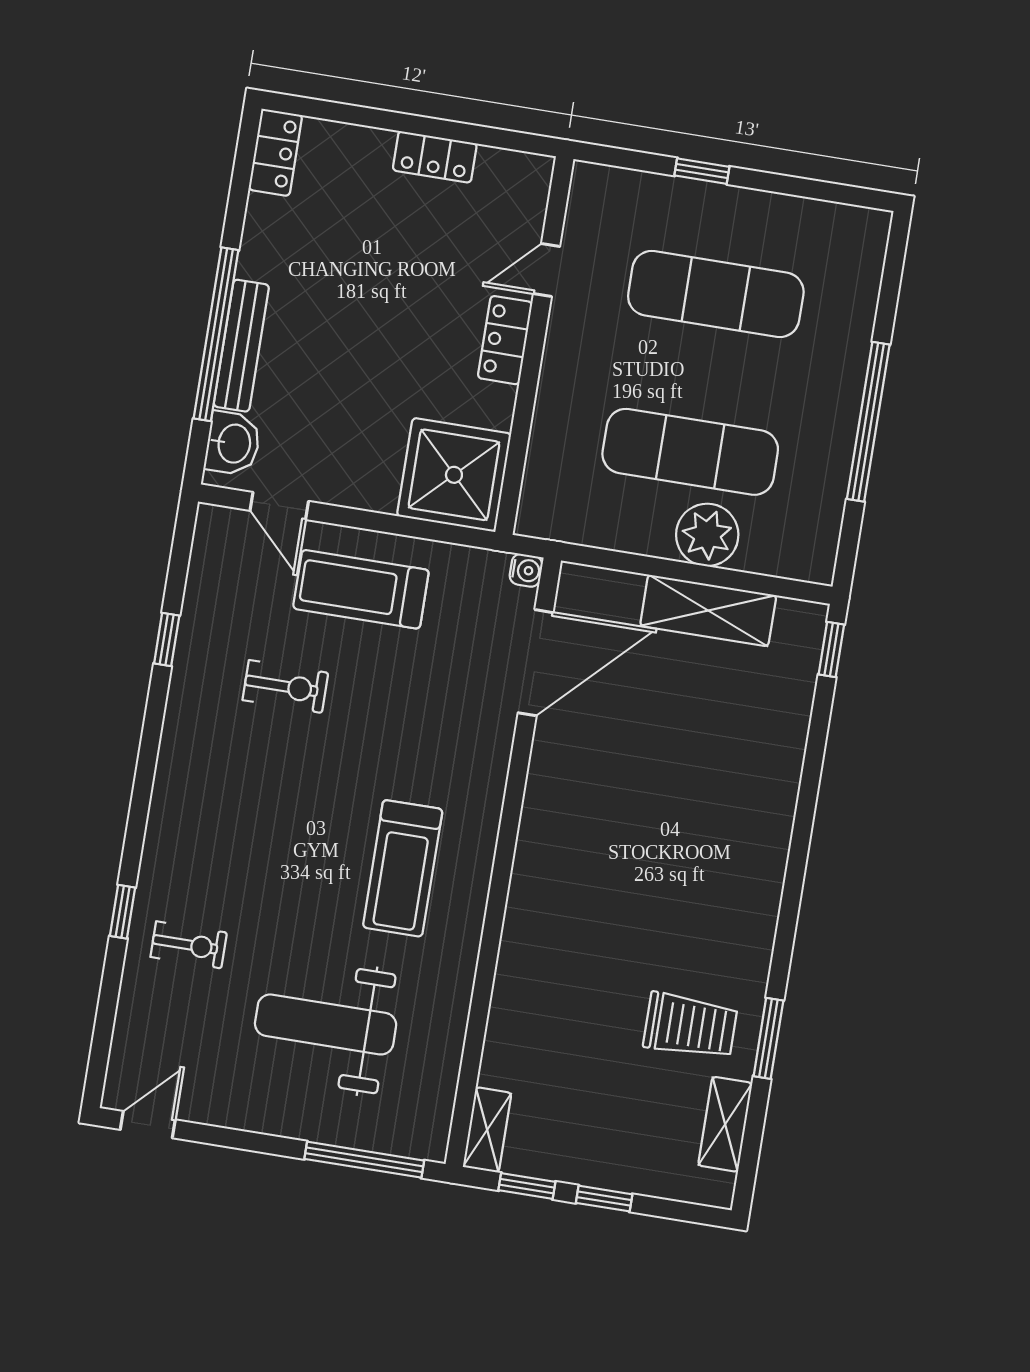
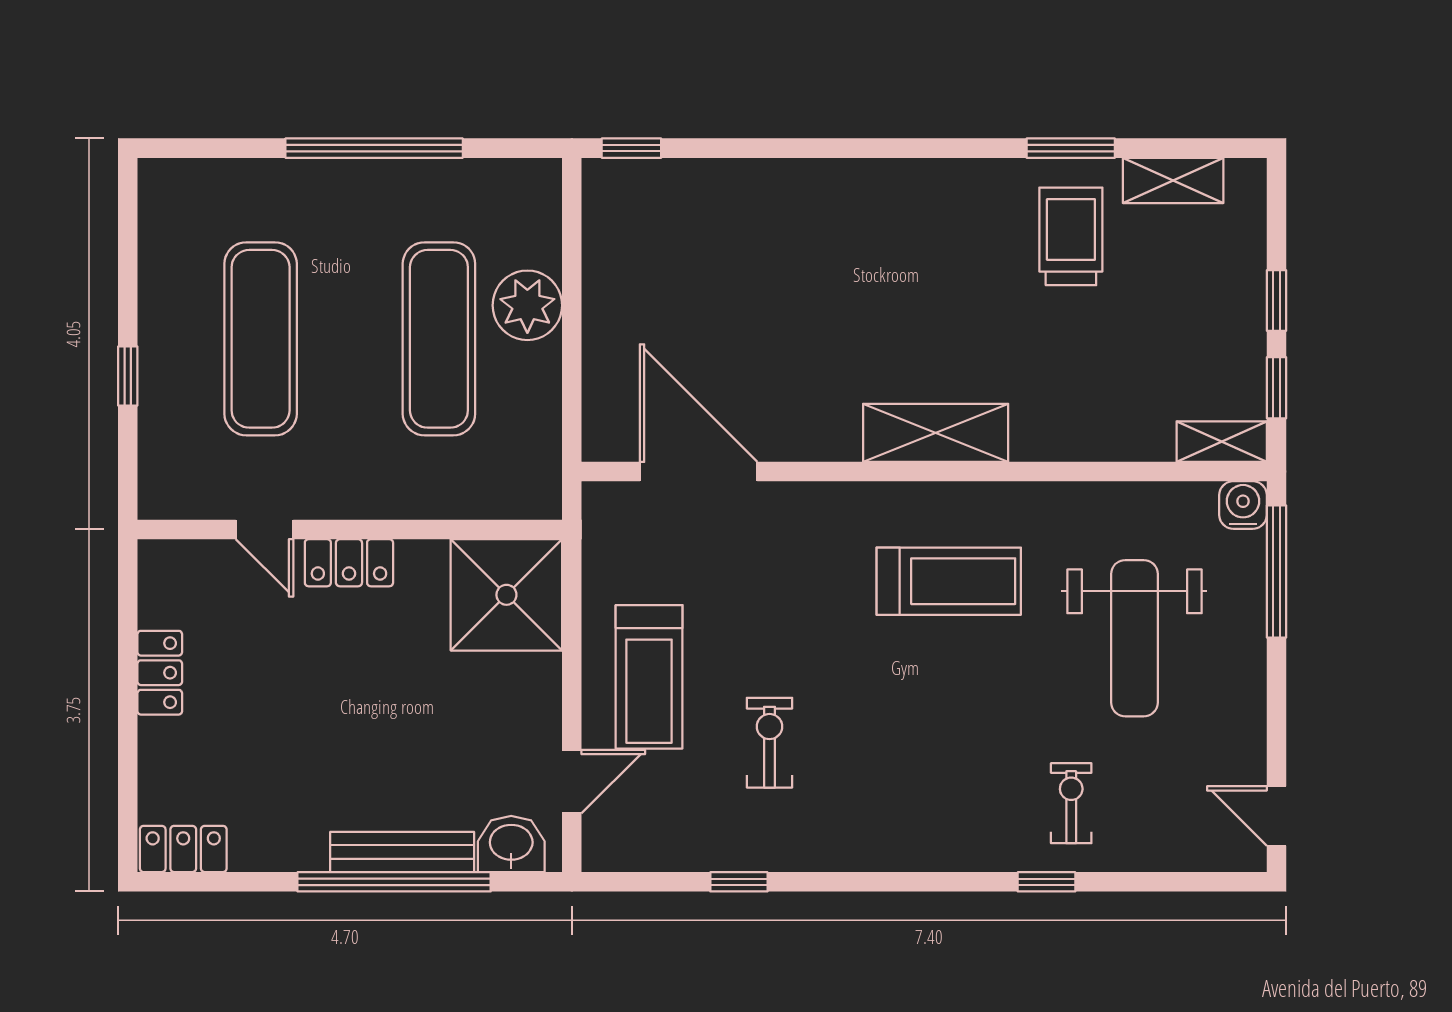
water cooler: (526, 570) -> (1243, 505), moved, width x1.38, depth x1.38
shelving: (708, 611) -> (936, 433), moved, turned 90

